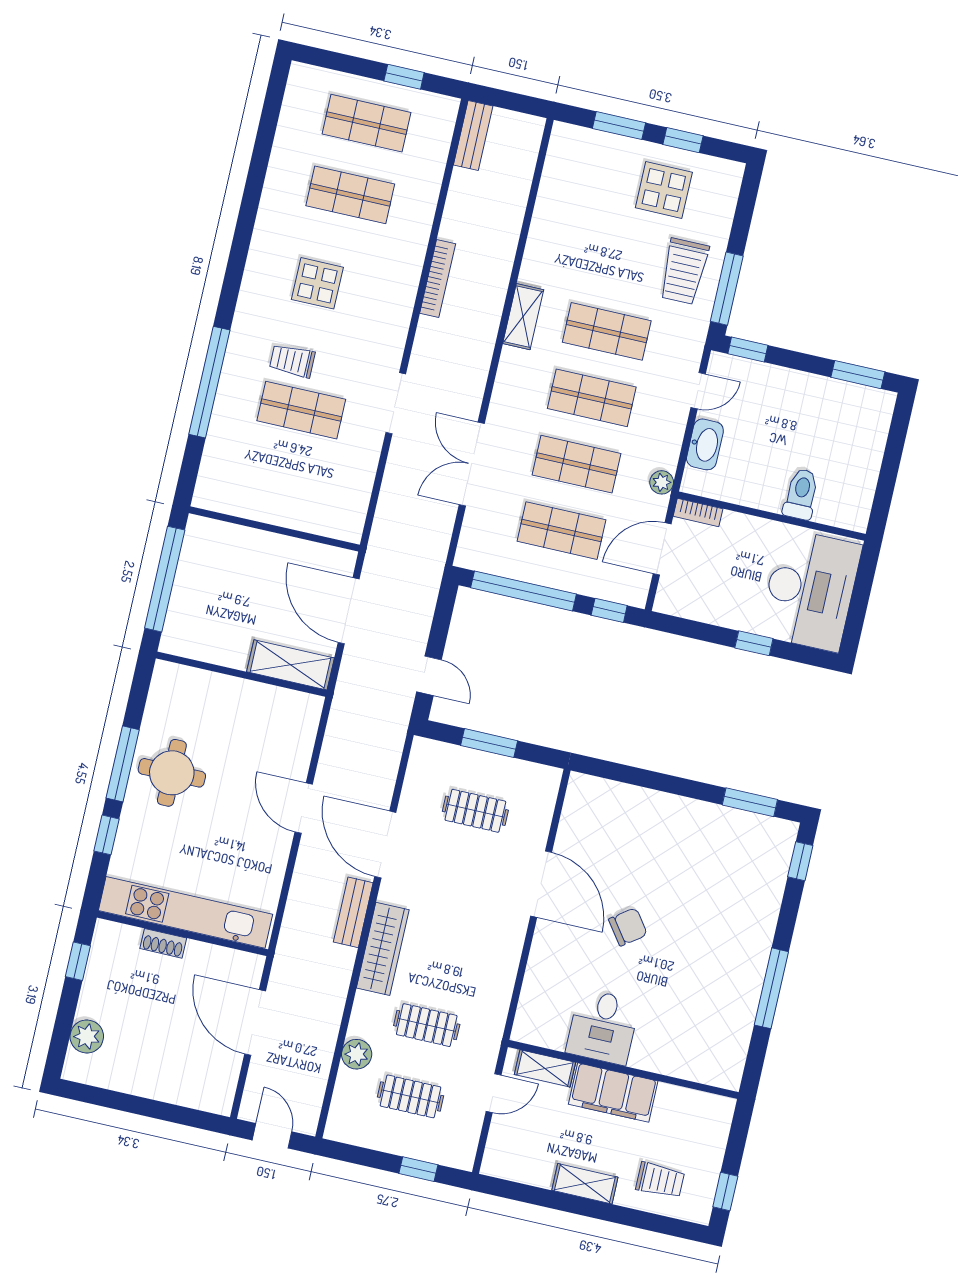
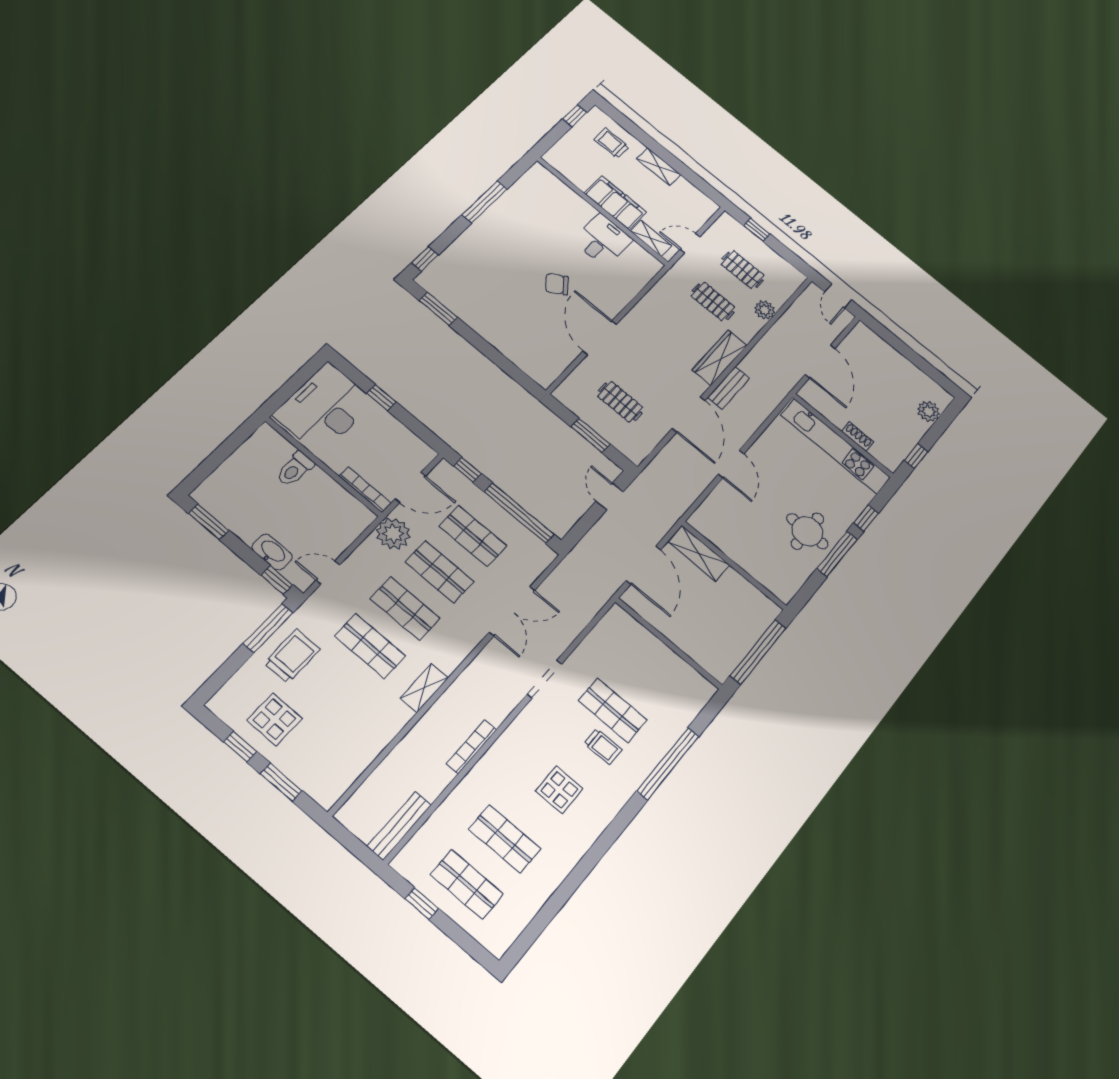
bench: (473, 135) -> (399, 826), width x1.36
washbasin: (705, 444) -> (272, 552), moved, turned 90
plant: (662, 482) -> (393, 534), width x1.88, depth x1.88
bookcase: (698, 513) -> (365, 490), width x1.56

